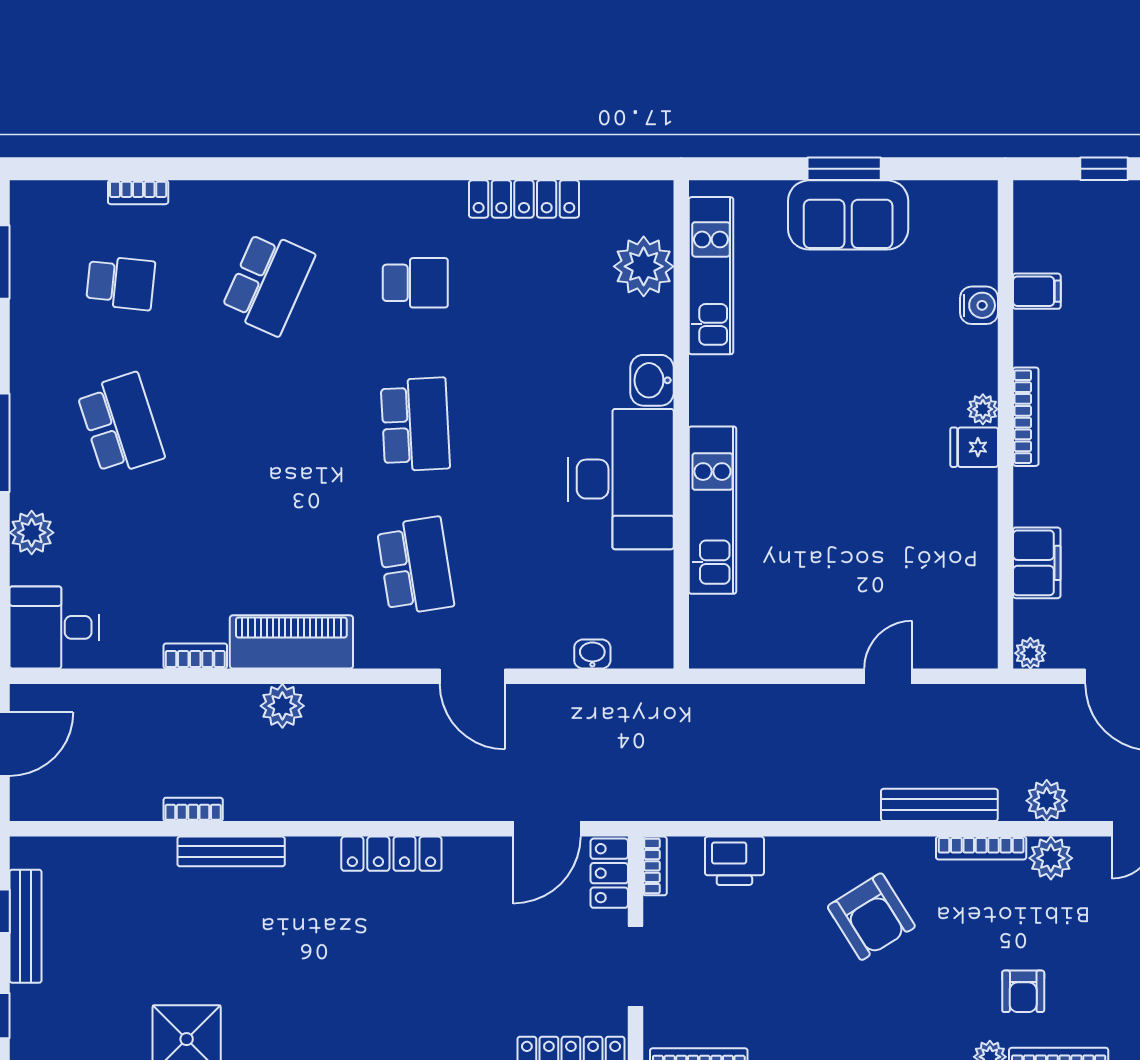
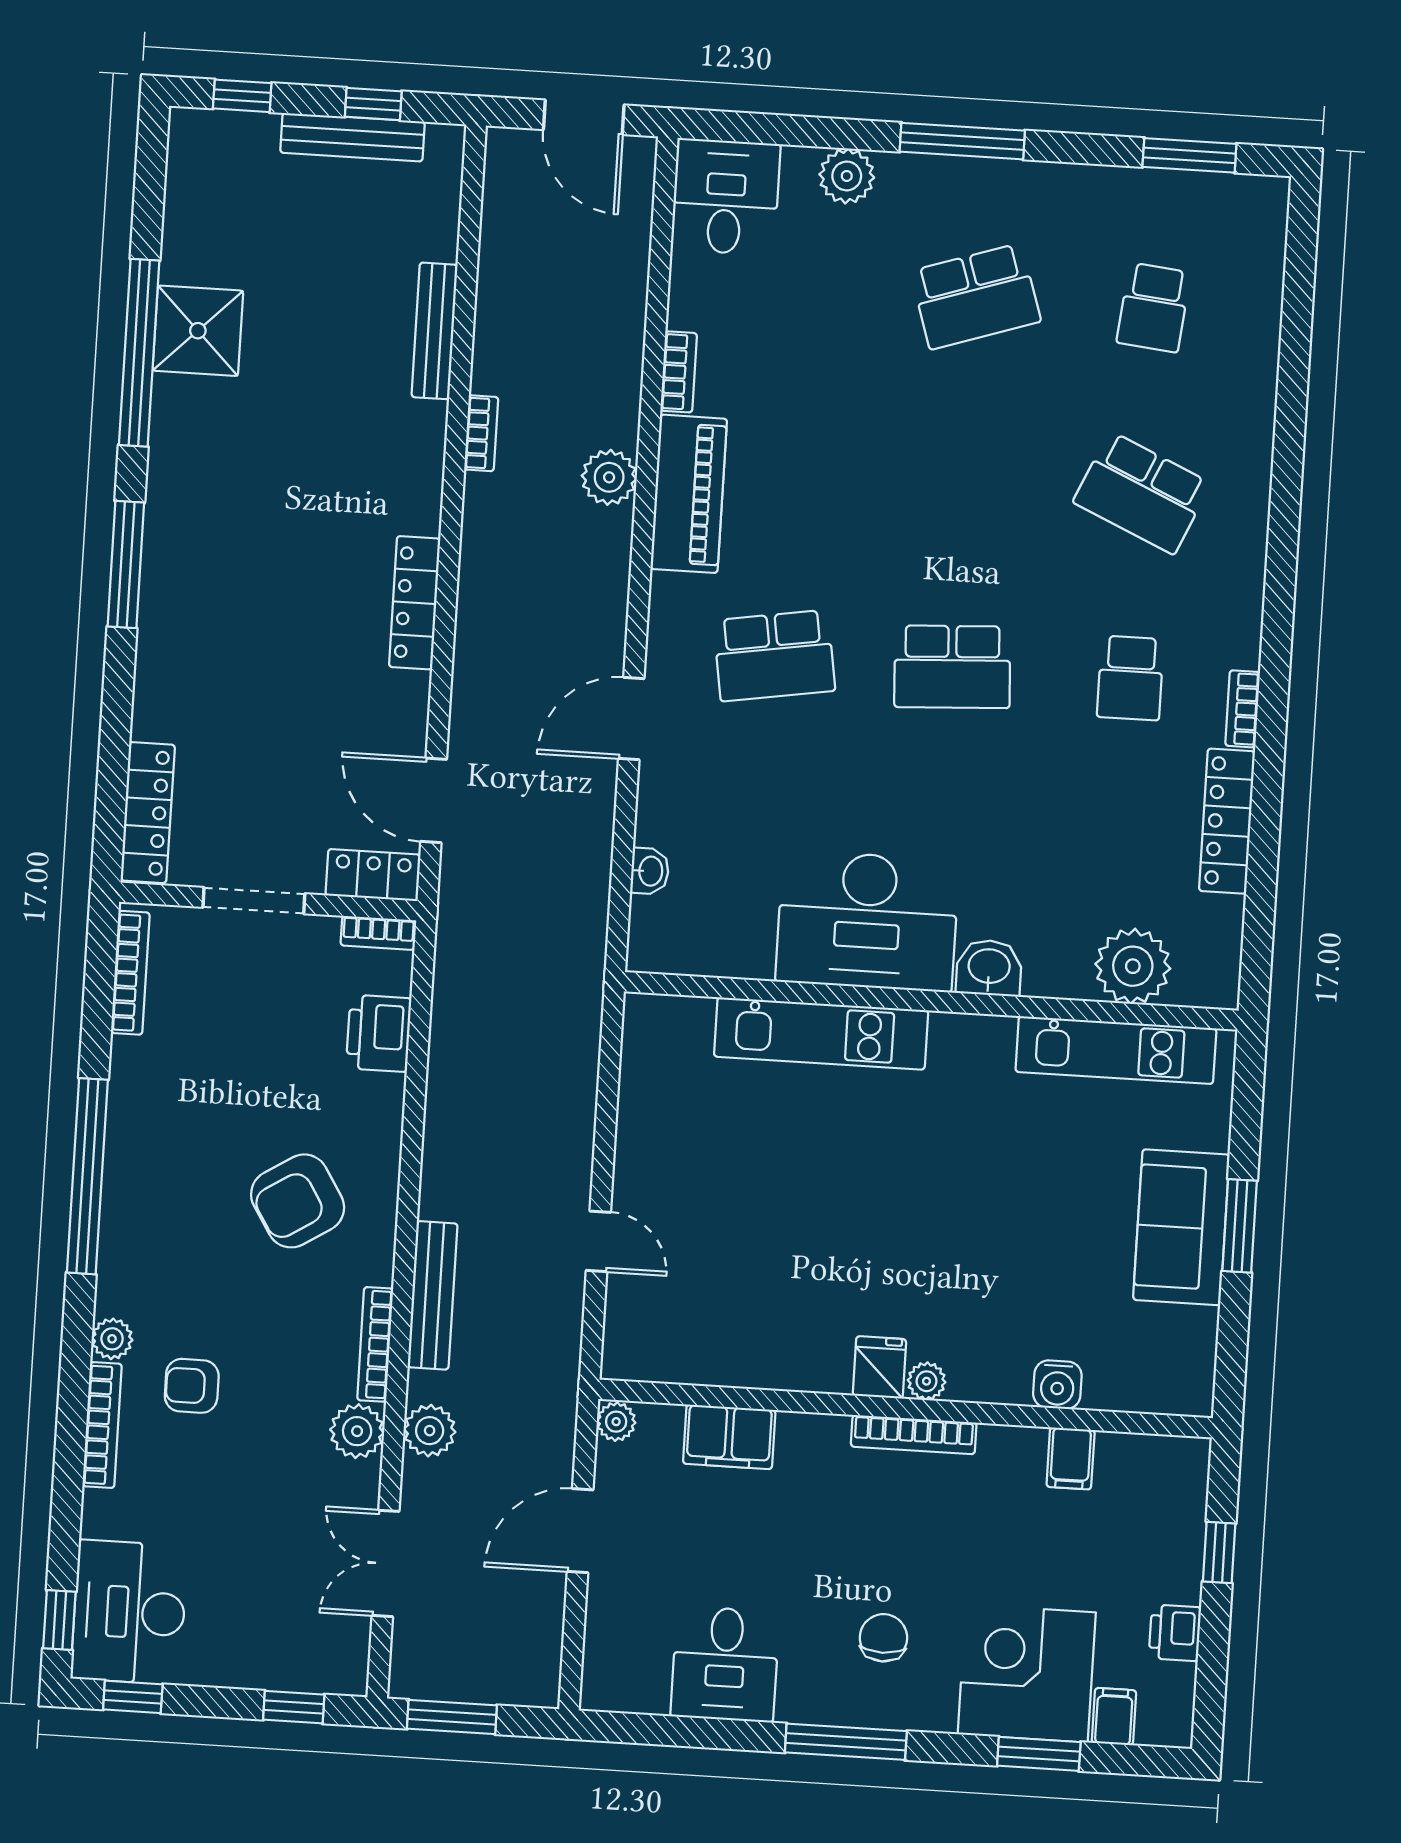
bookcase: (138, 192) -> (1243, 709), moved
bookcase: (193, 809) -> (481, 433), moved
bench: (231, 851) -> (435, 331), moved

